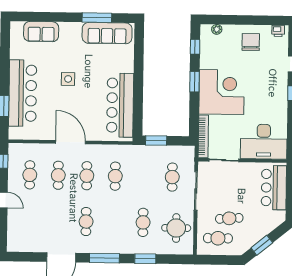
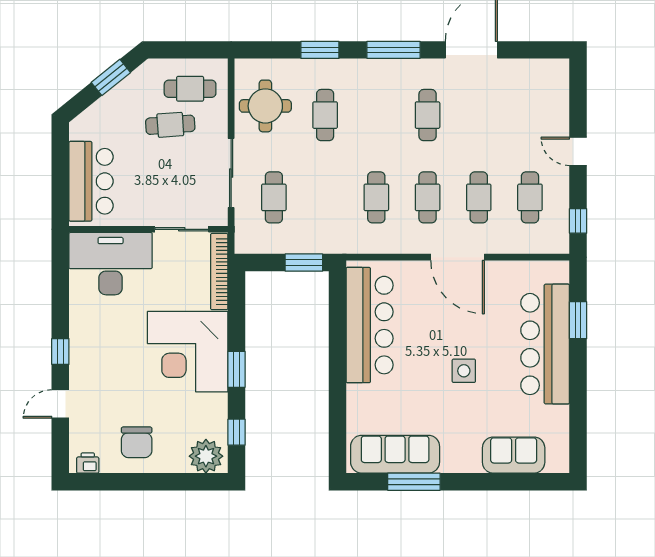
plant: (217, 29) -> (206, 456), width x1.87, depth x1.87

